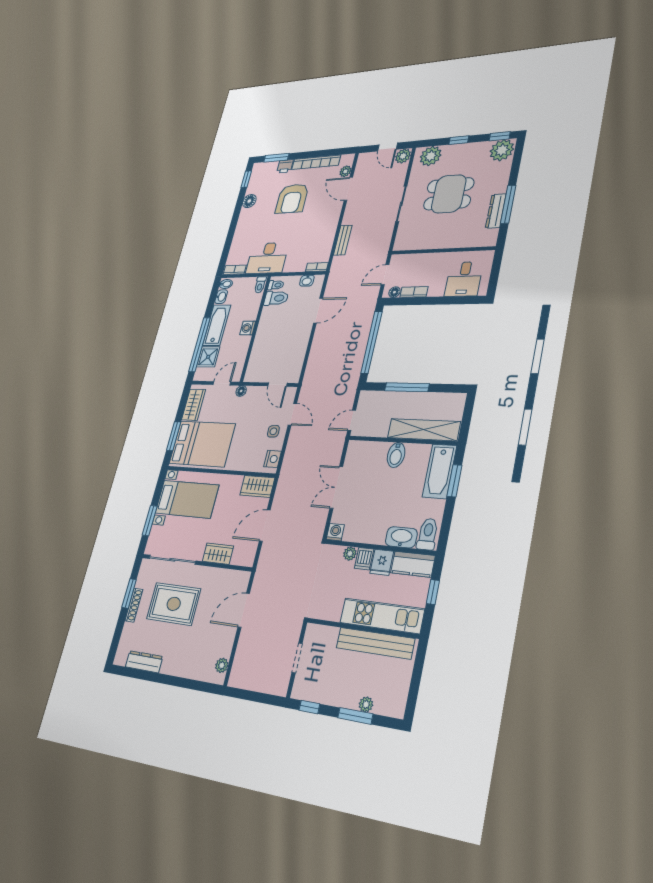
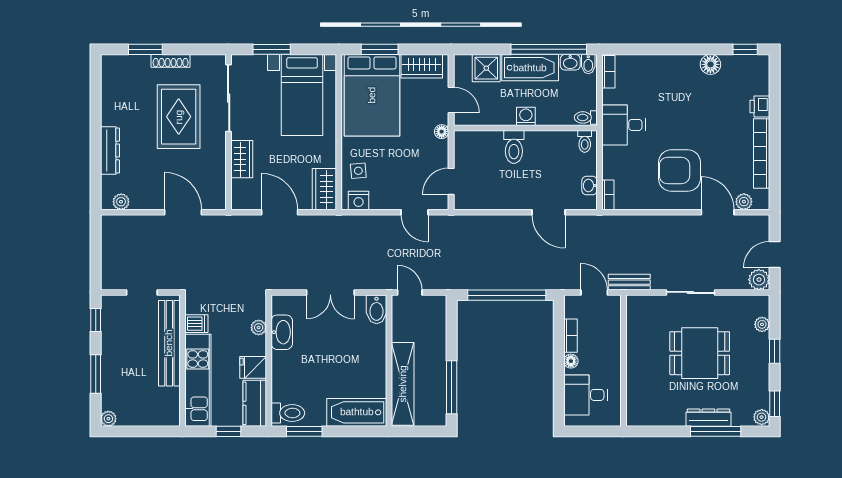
plant: (502, 150) -> (762, 417), width x0.53, depth x0.53
plant: (431, 156) -> (762, 324), width x0.53, depth x0.53
window: (276, 158) -> (775, 89), removed
door: (348, 189) -> (718, 212), hinge flipped
dining table: (449, 194) -> (700, 353), turned 90
armchair: (292, 199) -> (680, 171), moved
window: (508, 204) -> (716, 431), moved
dresser: (496, 211) -> (708, 418), moved
bench: (343, 240) -> (629, 282), moved
desk: (267, 258) -> (624, 125), width x0.73
floor lamp: (394, 292) -> (571, 361), moved
toilet: (276, 298) -> (514, 147), moved
window: (199, 345) -> (549, 49), moved
window: (407, 387) -> (452, 387), moved
door: (292, 414) -> (415, 212), hinge flipped
side table: (273, 431) -> (358, 171), moved
bidet: (396, 455) -> (377, 309), moved, turned -90
window: (454, 481) -> (304, 431), moved
double door: (336, 487) -> (330, 292), swing flipped
washing machine: (335, 532) -> (280, 304), removed
washbasin: (401, 537) -> (282, 332), moved
dishwasher: (364, 559) -> (196, 324), moved, turned 180
window: (129, 593) -> (145, 49), moved
bench: (375, 643) -> (169, 343), moved
dresser: (144, 662) -> (110, 151), moved
plant: (366, 704) -> (108, 419), moved

